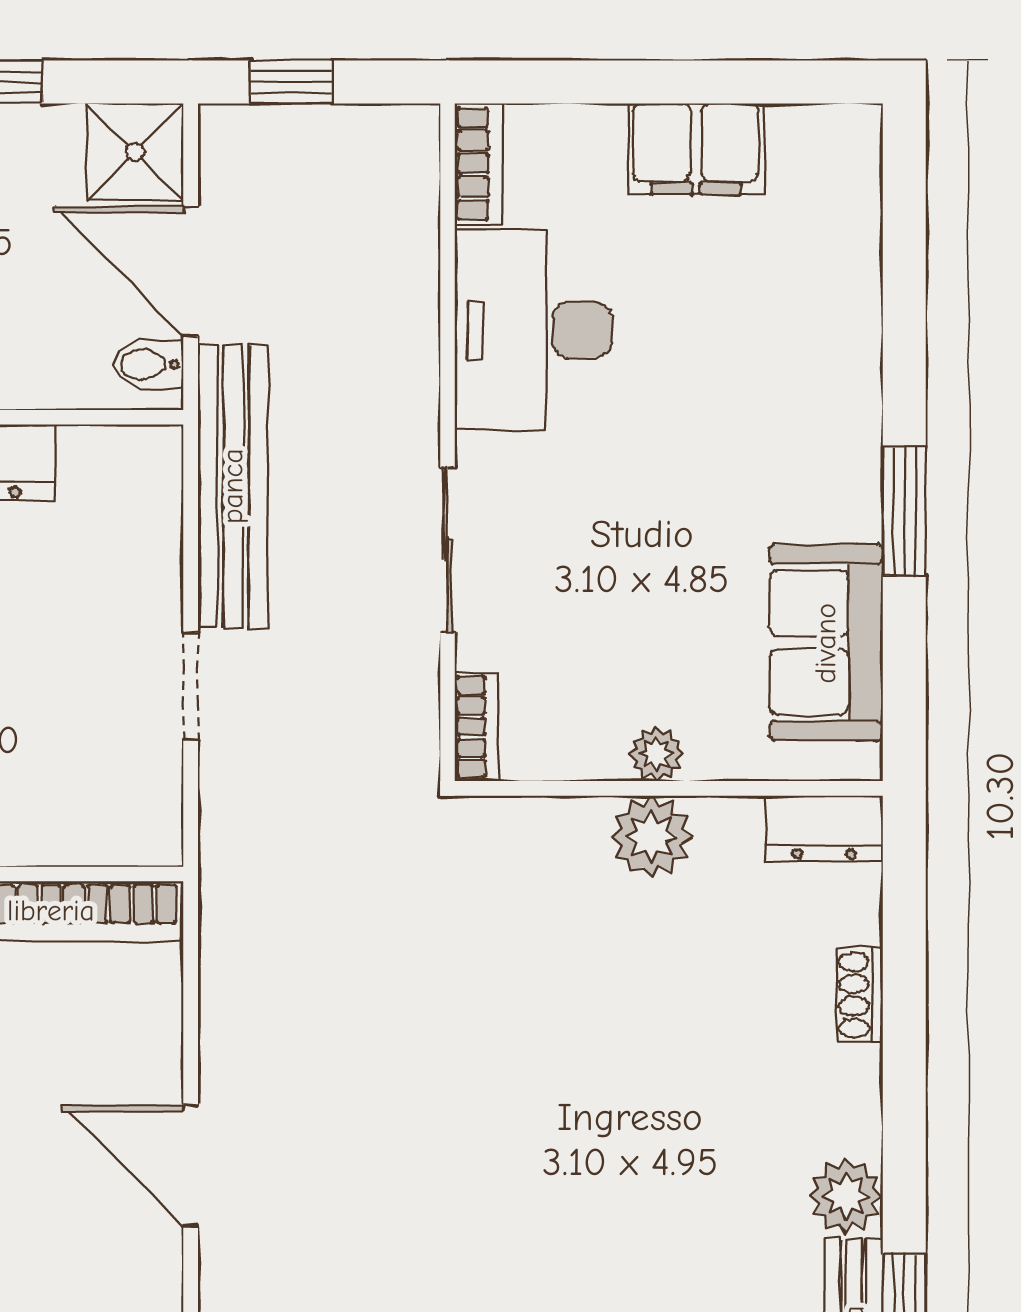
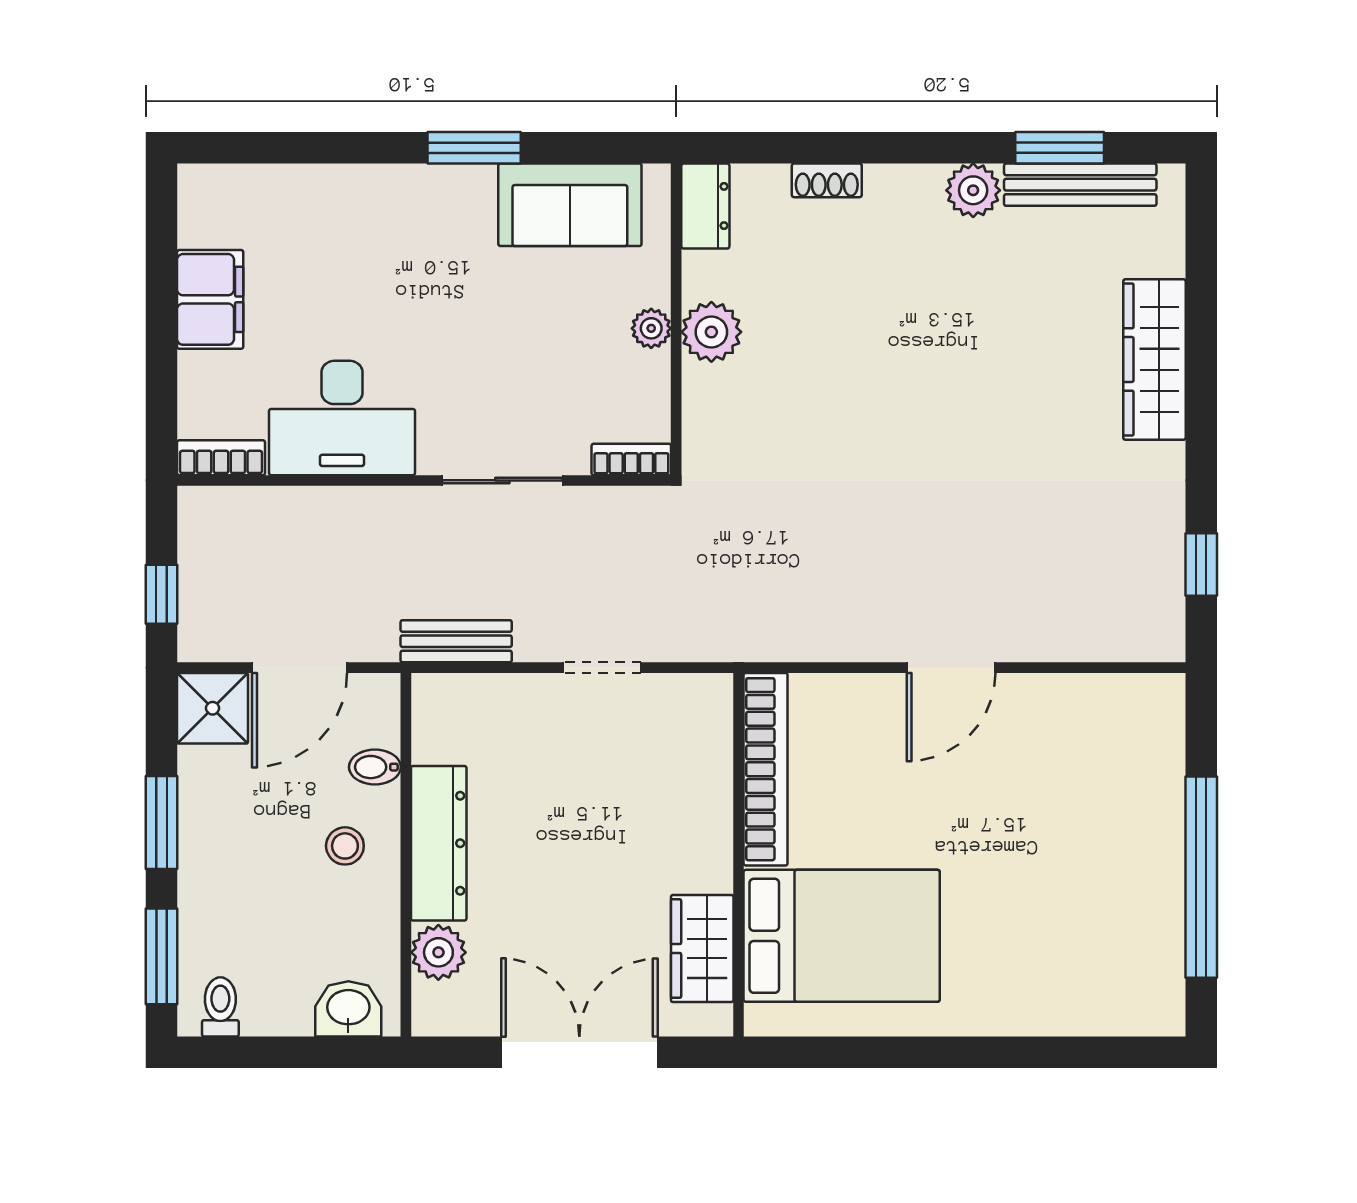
bidet: (148, 364) -> (375, 767), moved, turned 90
bench: (233, 486) -> (456, 641), width x0.54, depth x0.82

